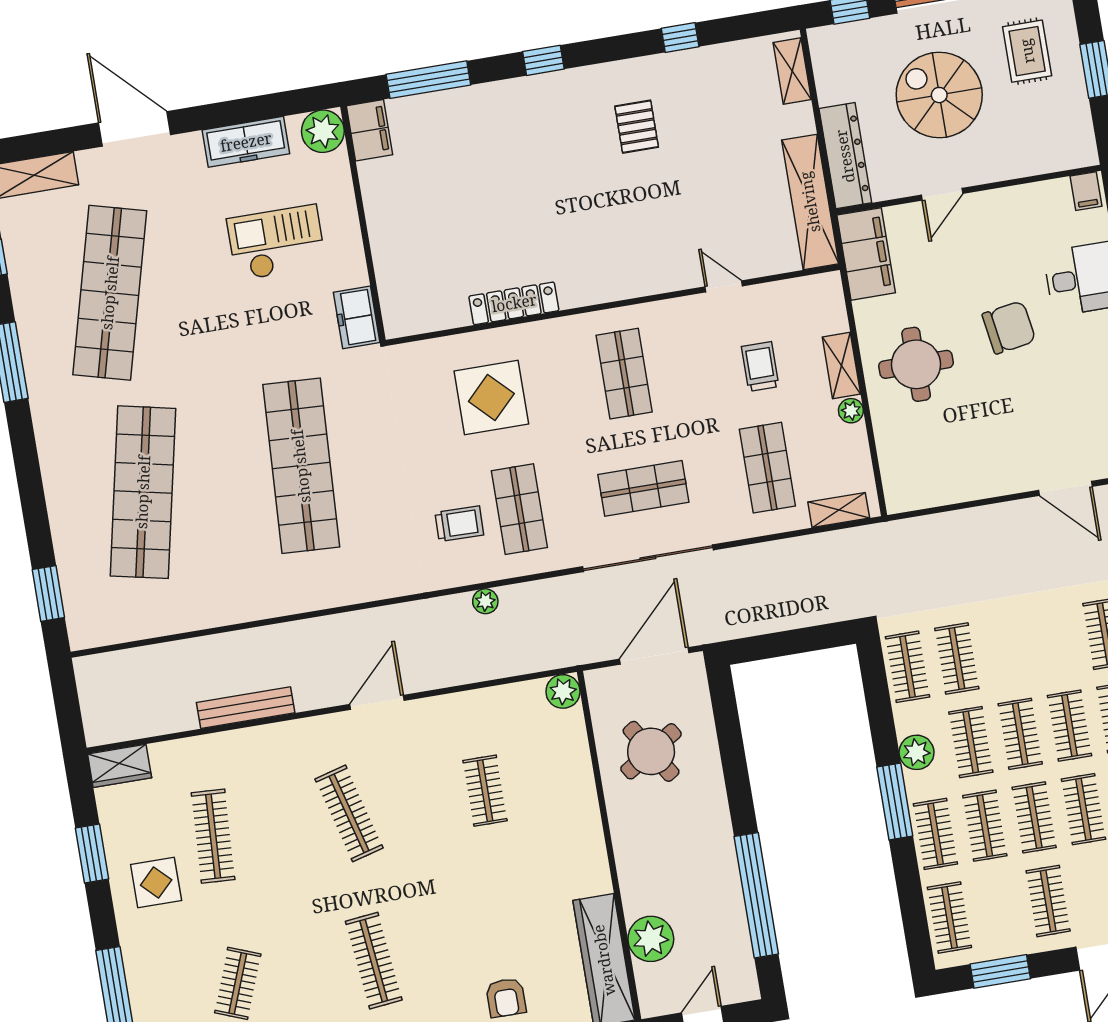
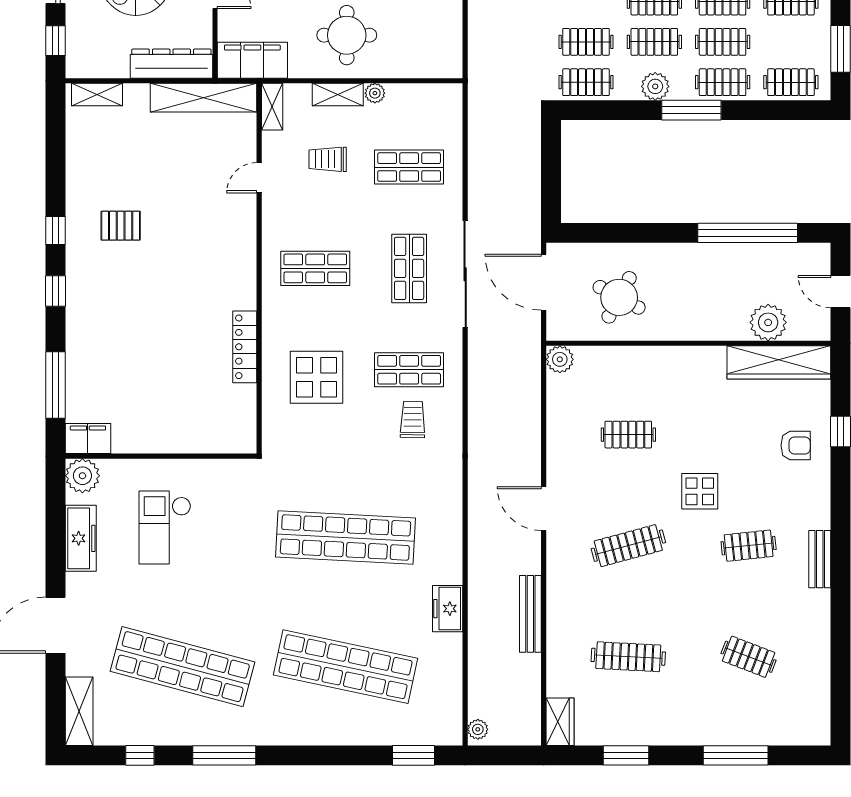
window: (680, 37) -> (56, 230), moved
freezer: (357, 317) -> (448, 609), moved, turned 90
shelving: (839, 510) -> (272, 107), moved
plant: (485, 601) -> (478, 729), moved
round table: (651, 751) -> (619, 297), turned -30
display table: (156, 883) -> (700, 491), moved
clothes rail: (374, 961) -> (749, 546), width x0.73

